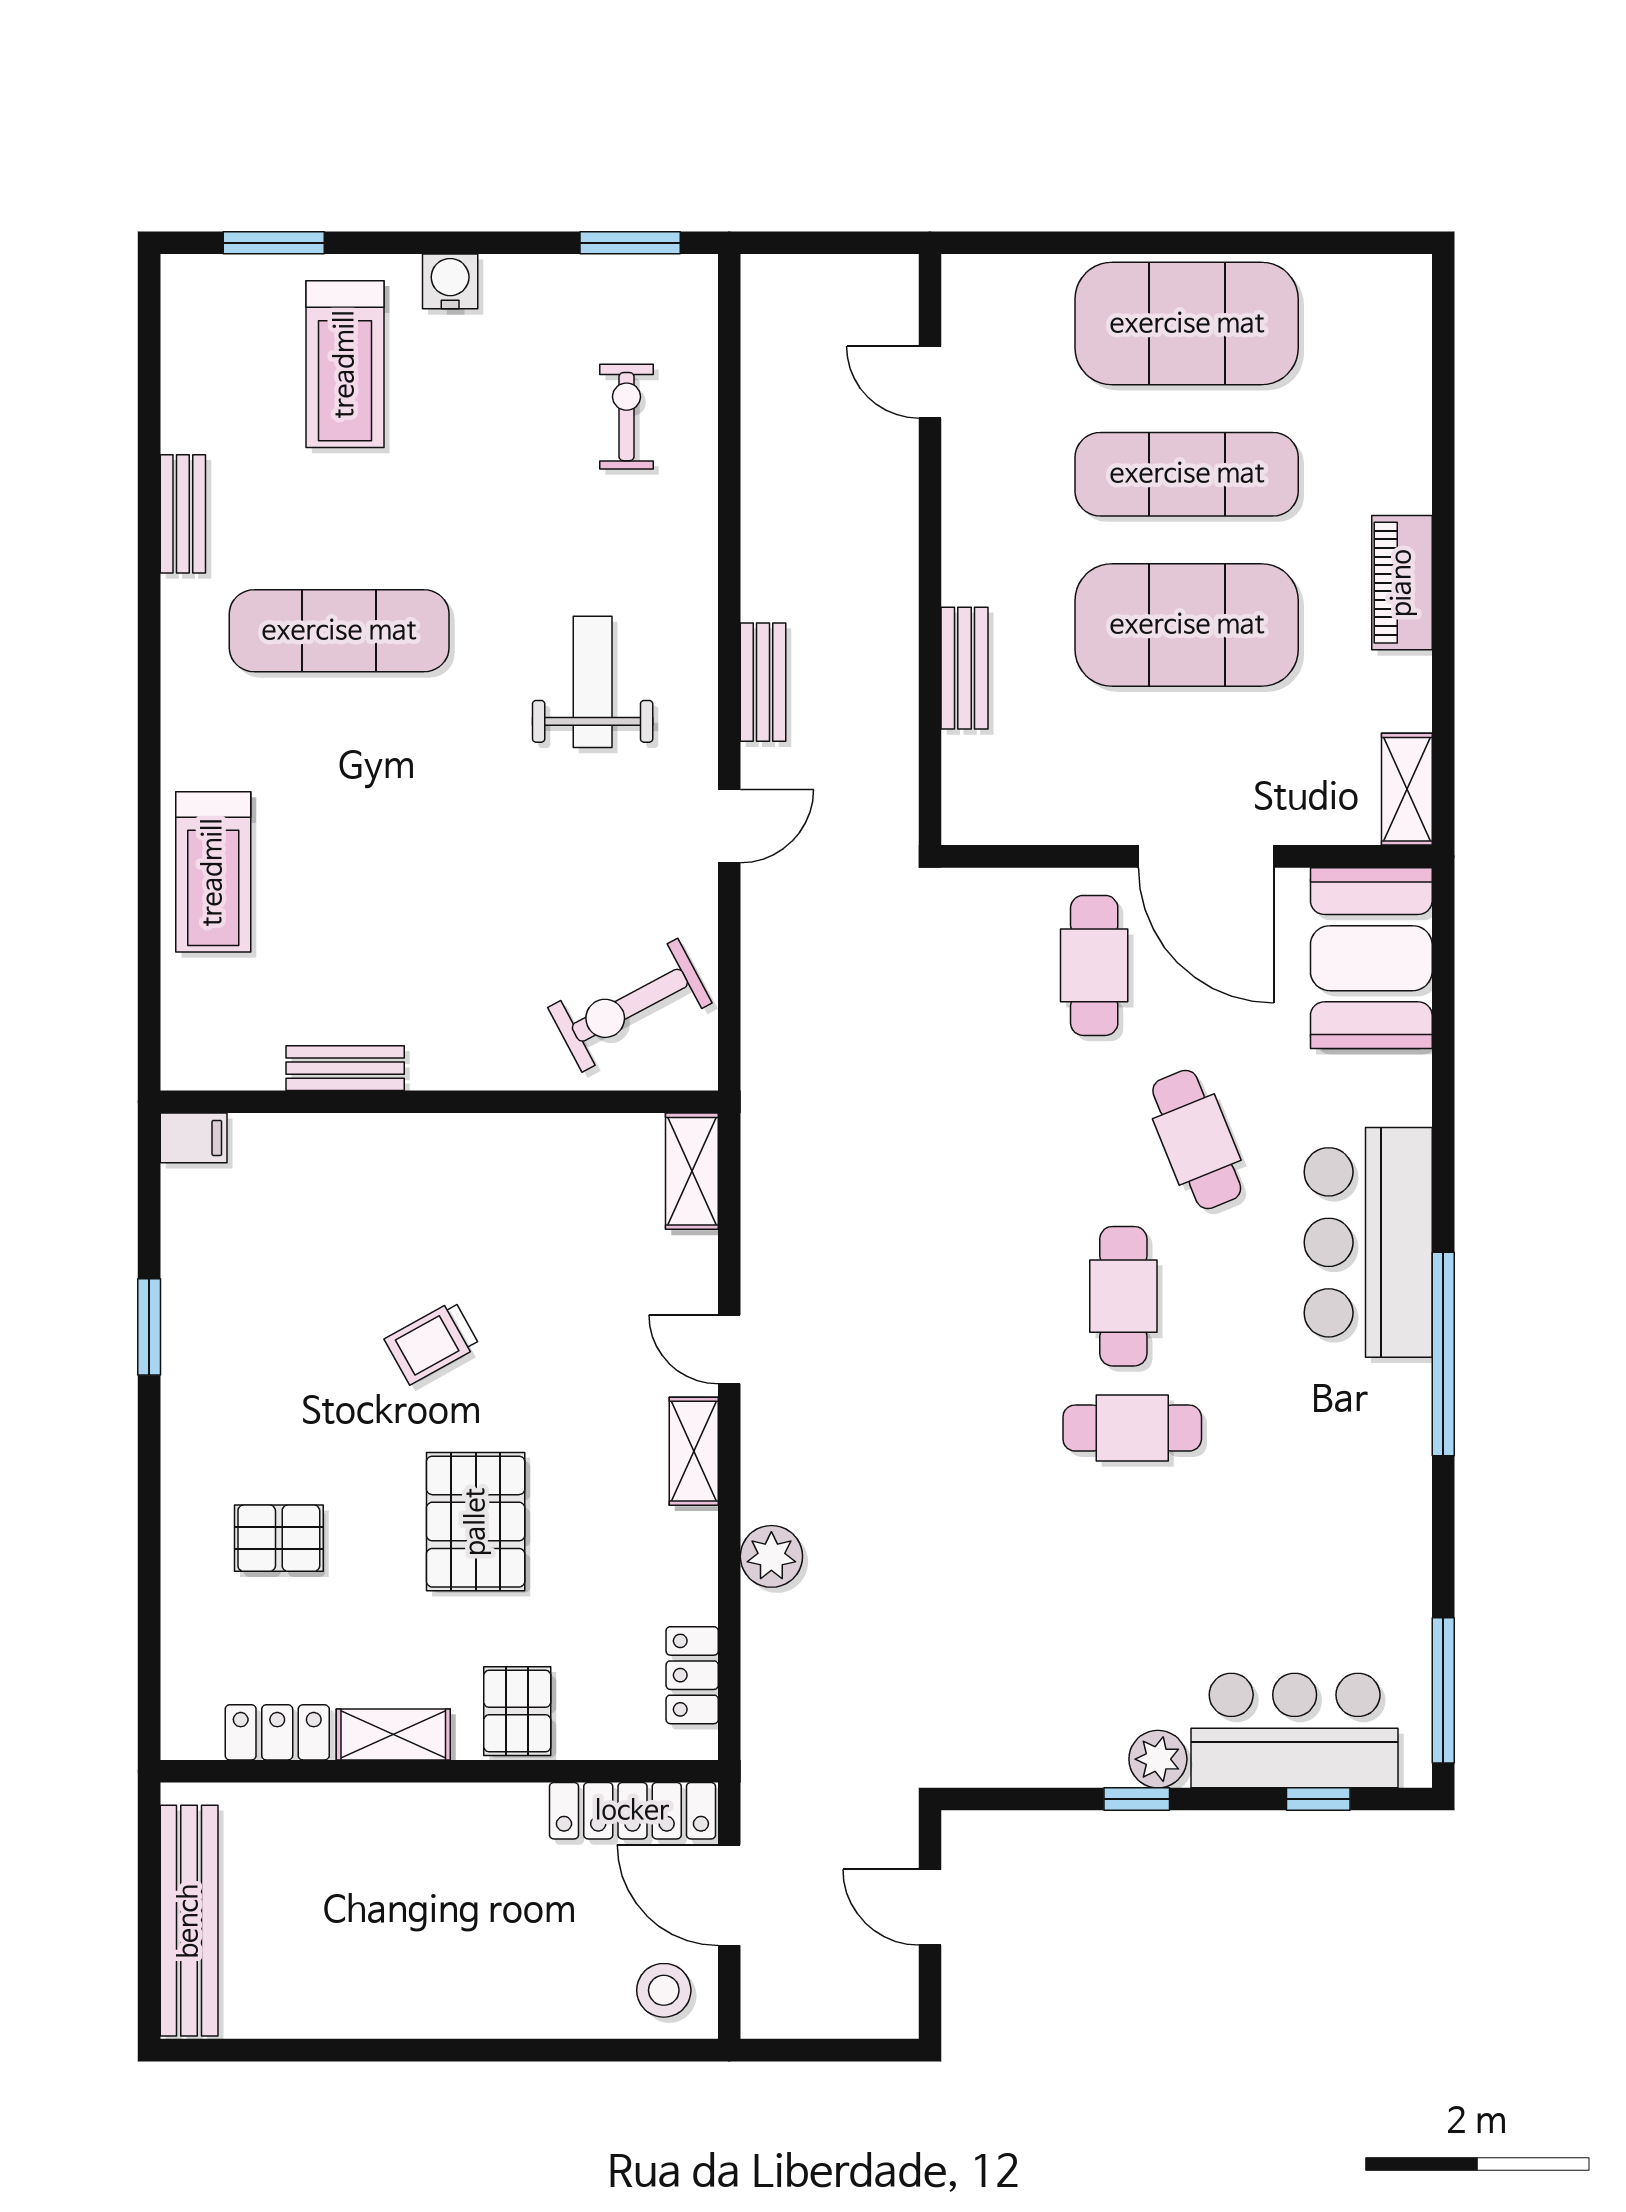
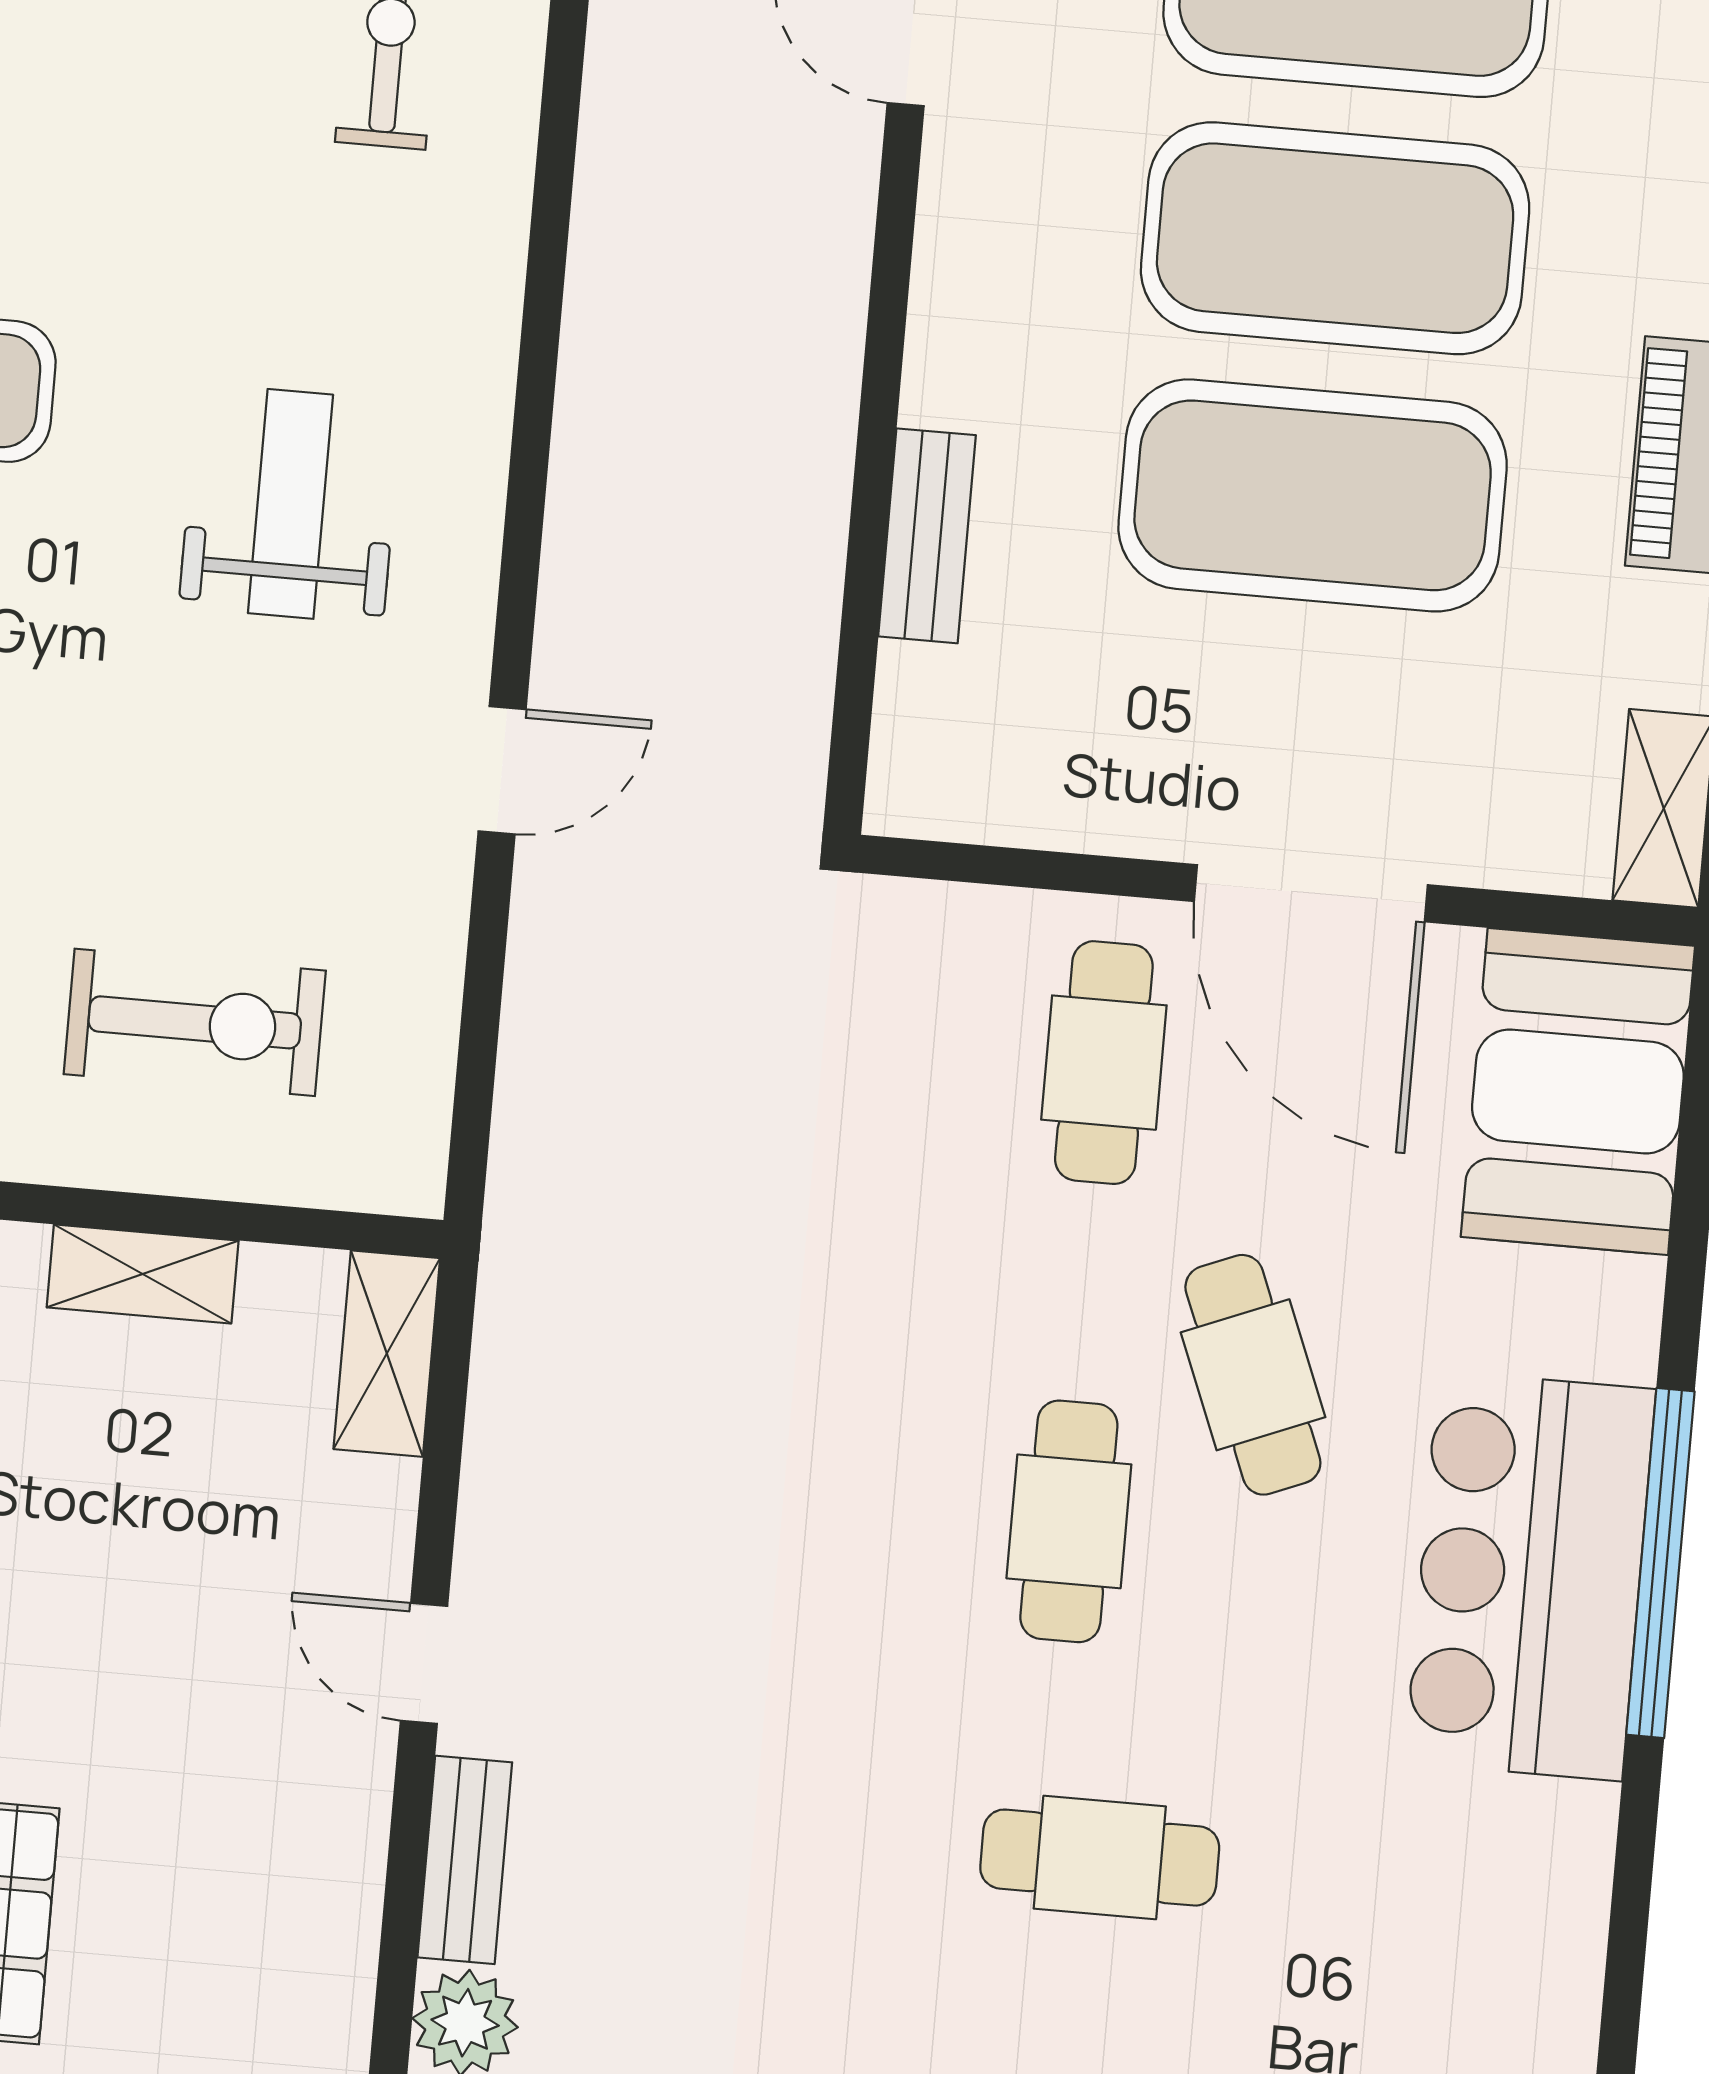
exercise mat: (1187, 474) -> (1335, 238), width x1.47
bench: (763, 682) -> (465, 1860), moved
exercise bike: (630, 1005) -> (195, 1022), moved, turned -152
cafe table: (1123, 1296) -> (1069, 1521), moved
window: (1443, 1354) -> (1660, 1563), moved
shelving: (694, 1451) -> (143, 1274), moved, turned 90

